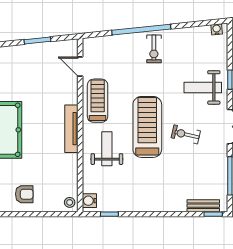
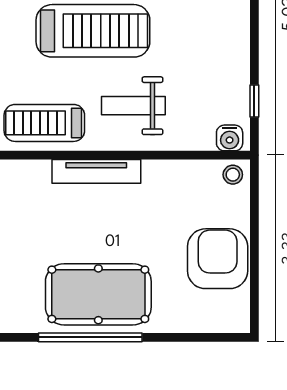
treadmill: (147, 127) -> (93, 31), turned 180
armchair: (24, 194) -> (218, 259), width x1.88, depth x1.88

